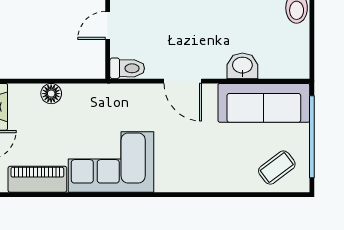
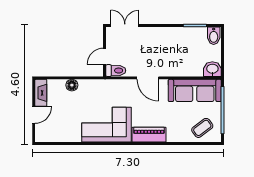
door: (108, 25) -> (104, 56), moved
washbasin: (242, 66) -> (212, 69), moved
piano: (37, 179) -> (149, 135), moved

